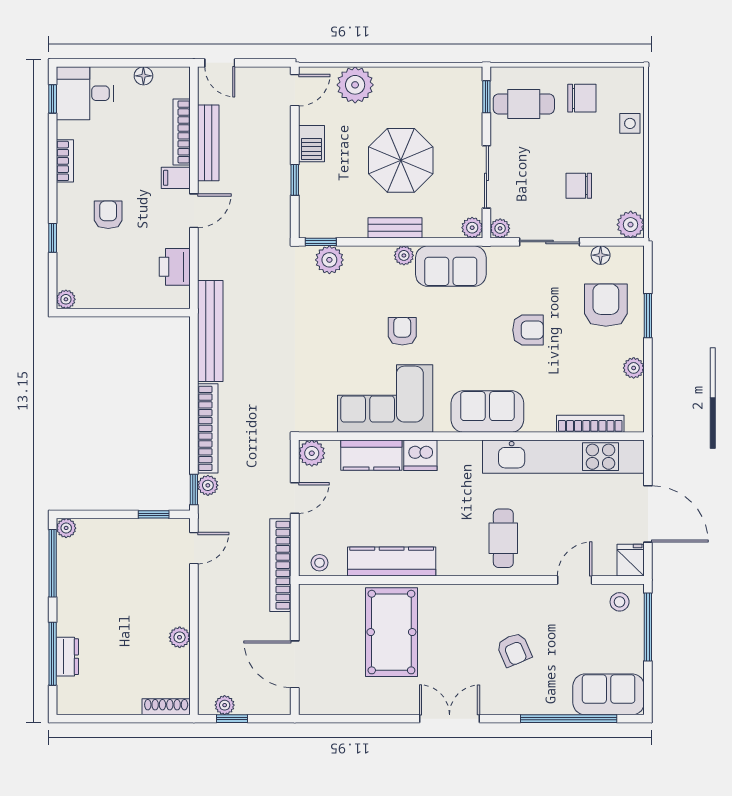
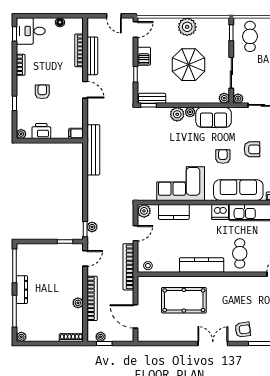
door: (220, 63) -> (114, 16), moved
plant: (355, 85) -> (187, 27), moved
cafe table: (524, 104) -> (250, 36), turned 90
filing cabinet: (176, 178) -> (76, 133), moved
door: (194, 211) -> (85, 90), hinge flipped
bench: (395, 228) -> (152, 98), moved
plant: (329, 260) -> (177, 114), moved
printer: (175, 267) -> (41, 131), moved, turned 90
armchair: (402, 331) -> (223, 156), moved
sofa: (487, 411) -> (238, 190), width x1.36
bookcase: (208, 428) -> (92, 298), moved
dishwasher: (420, 455) -> (220, 212), moved
plant: (66, 528) -> (21, 337), moved
kitchen counter: (392, 561) -> (202, 265), moved
pool table: (391, 632) -> (184, 300), turned 90
armchair: (514, 650) -> (243, 330), moved, turned -75
dresser: (67, 657) -> (22, 290), moved, width x1.44

